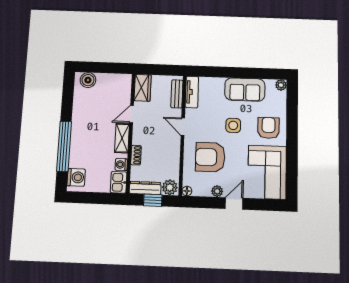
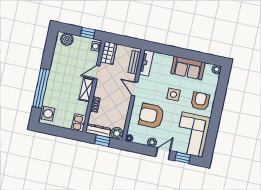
window: (113, 68) -> (88, 33), added
washing machine: (121, 165) -> (96, 46), moved
window: (260, 205) -> (183, 158), added

